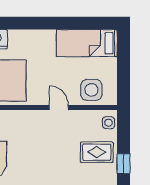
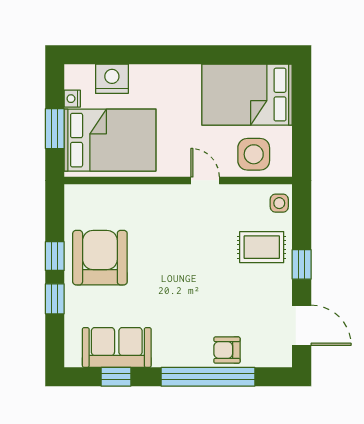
bed: (87, 43) -> (247, 95), width x1.50

